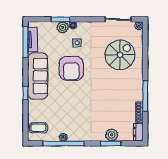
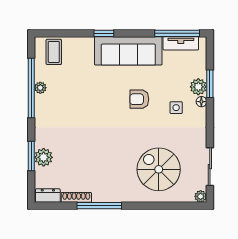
spiral stairs: (120, 55) -> (159, 169), turned 180
armchair: (71, 68) -> (139, 99), width x0.53, depth x0.53

